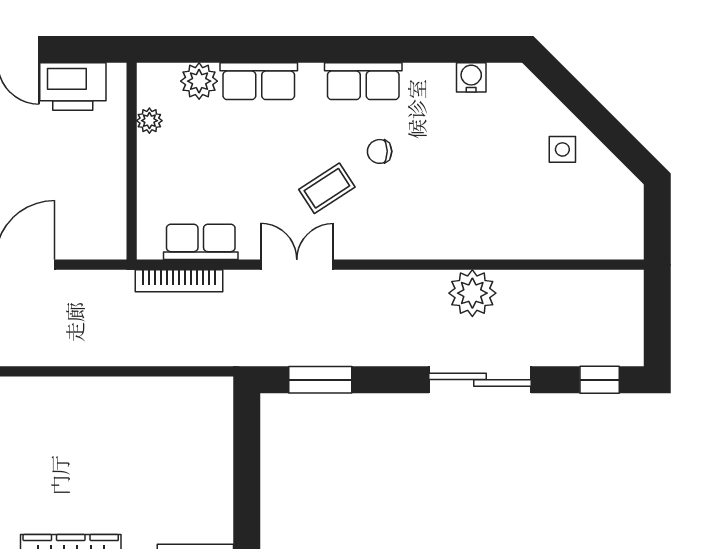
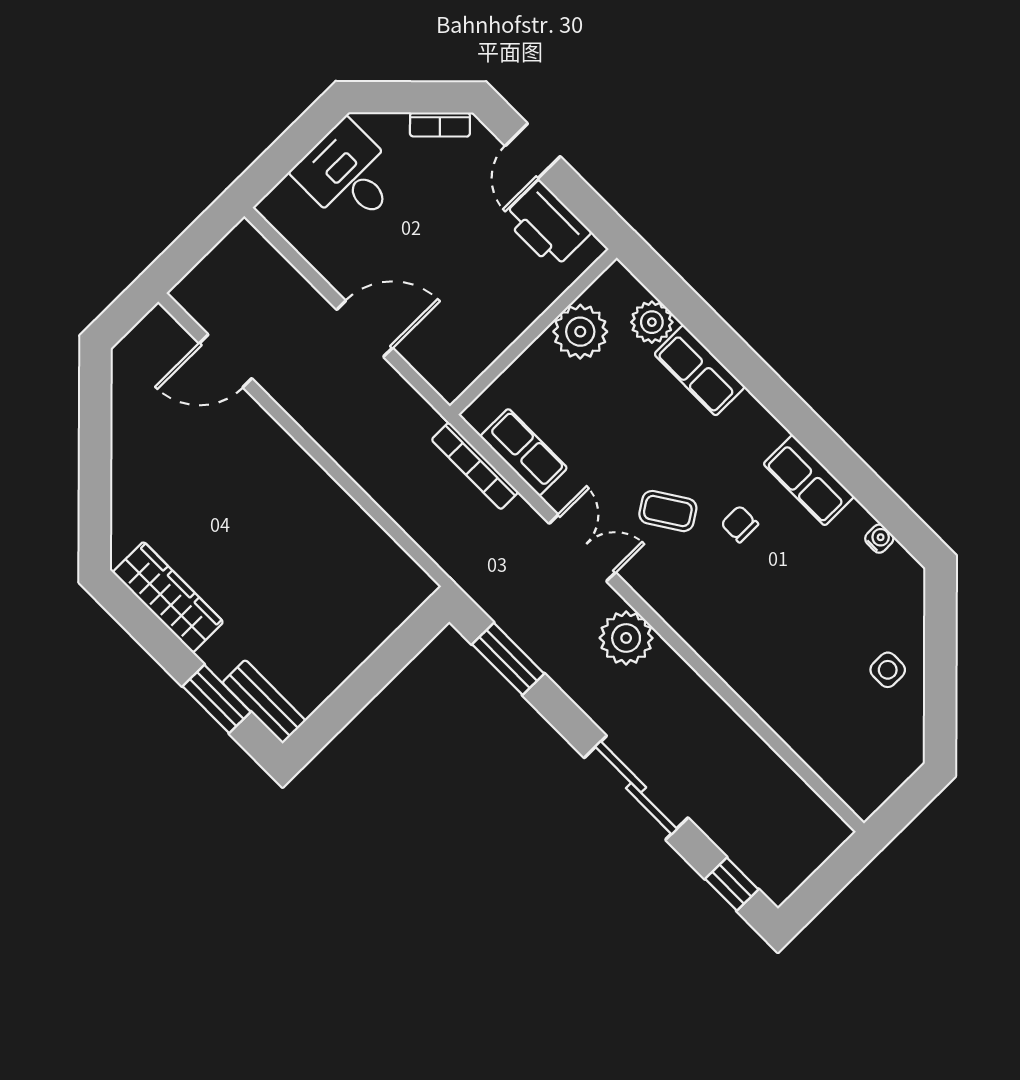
water cooler: (471, 77) -> (879, 539), width x0.72, depth x0.72
row of seats: (363, 81) -> (809, 480), moved
plant: (149, 121) -> (580, 332), width x1.88, depth x1.88
plant: (472, 293) -> (626, 638), moved

